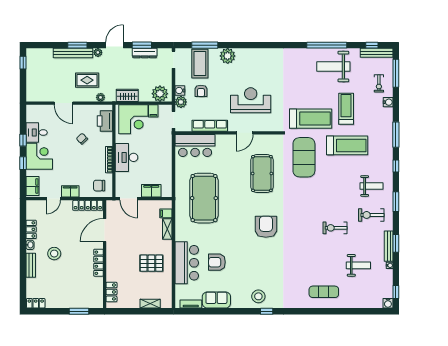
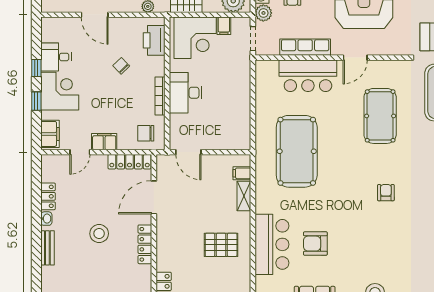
bar counter: (195, 146) -> (308, 76), moved
filing cabinet: (151, 191) -> (221, 141), removed
armchair: (266, 227) -> (386, 193), width x0.53, depth x0.53
stool: (54, 254) -> (99, 234), moved

